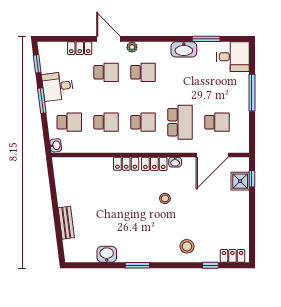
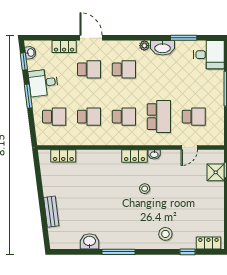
plant: (132, 47) -> (144, 46), moved
washbasin: (56, 145) -> (30, 53), moved
door: (212, 155) -> (189, 148), width x0.53
locker: (126, 164) -> (63, 156), moved
window: (137, 265) -> (119, 252), width x1.44

